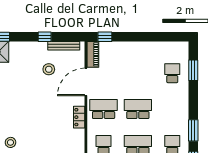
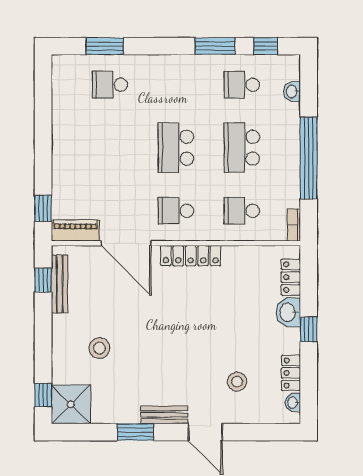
window: (45, 37) -> (43, 280), moved
stool: (49, 69) -> (99, 348), moved
school desk: (104, 109) -> (176, 211), width x0.54
locker: (79, 117) -> (191, 256), width x1.53

